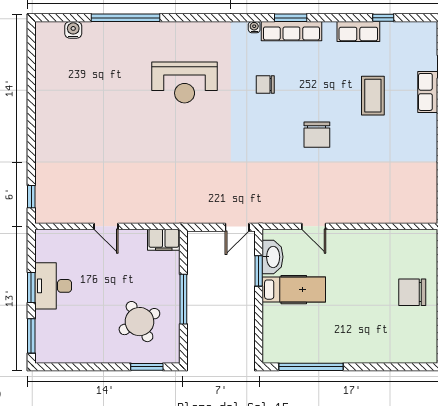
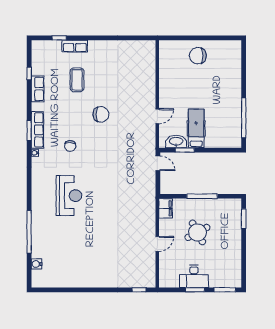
coffee table: (373, 96) -> (77, 80), turned 90
chair: (412, 292) -> (198, 56), turned 90
round table: (139, 322) -> (197, 232), moved

